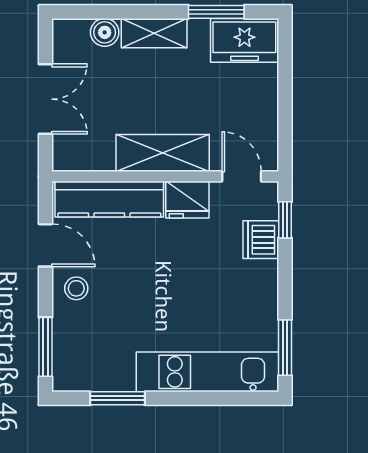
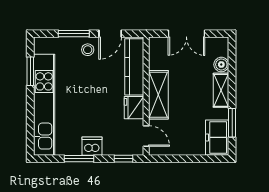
door: (242, 176) -> (146, 136), hinge flipped
dishwasher: (261, 240) -> (92, 146), moved
window: (45, 347) -> (74, 34), moved
window: (285, 348) -> (79, 159), moved
kitchen unit: (208, 372) -> (44, 105), width x1.36

